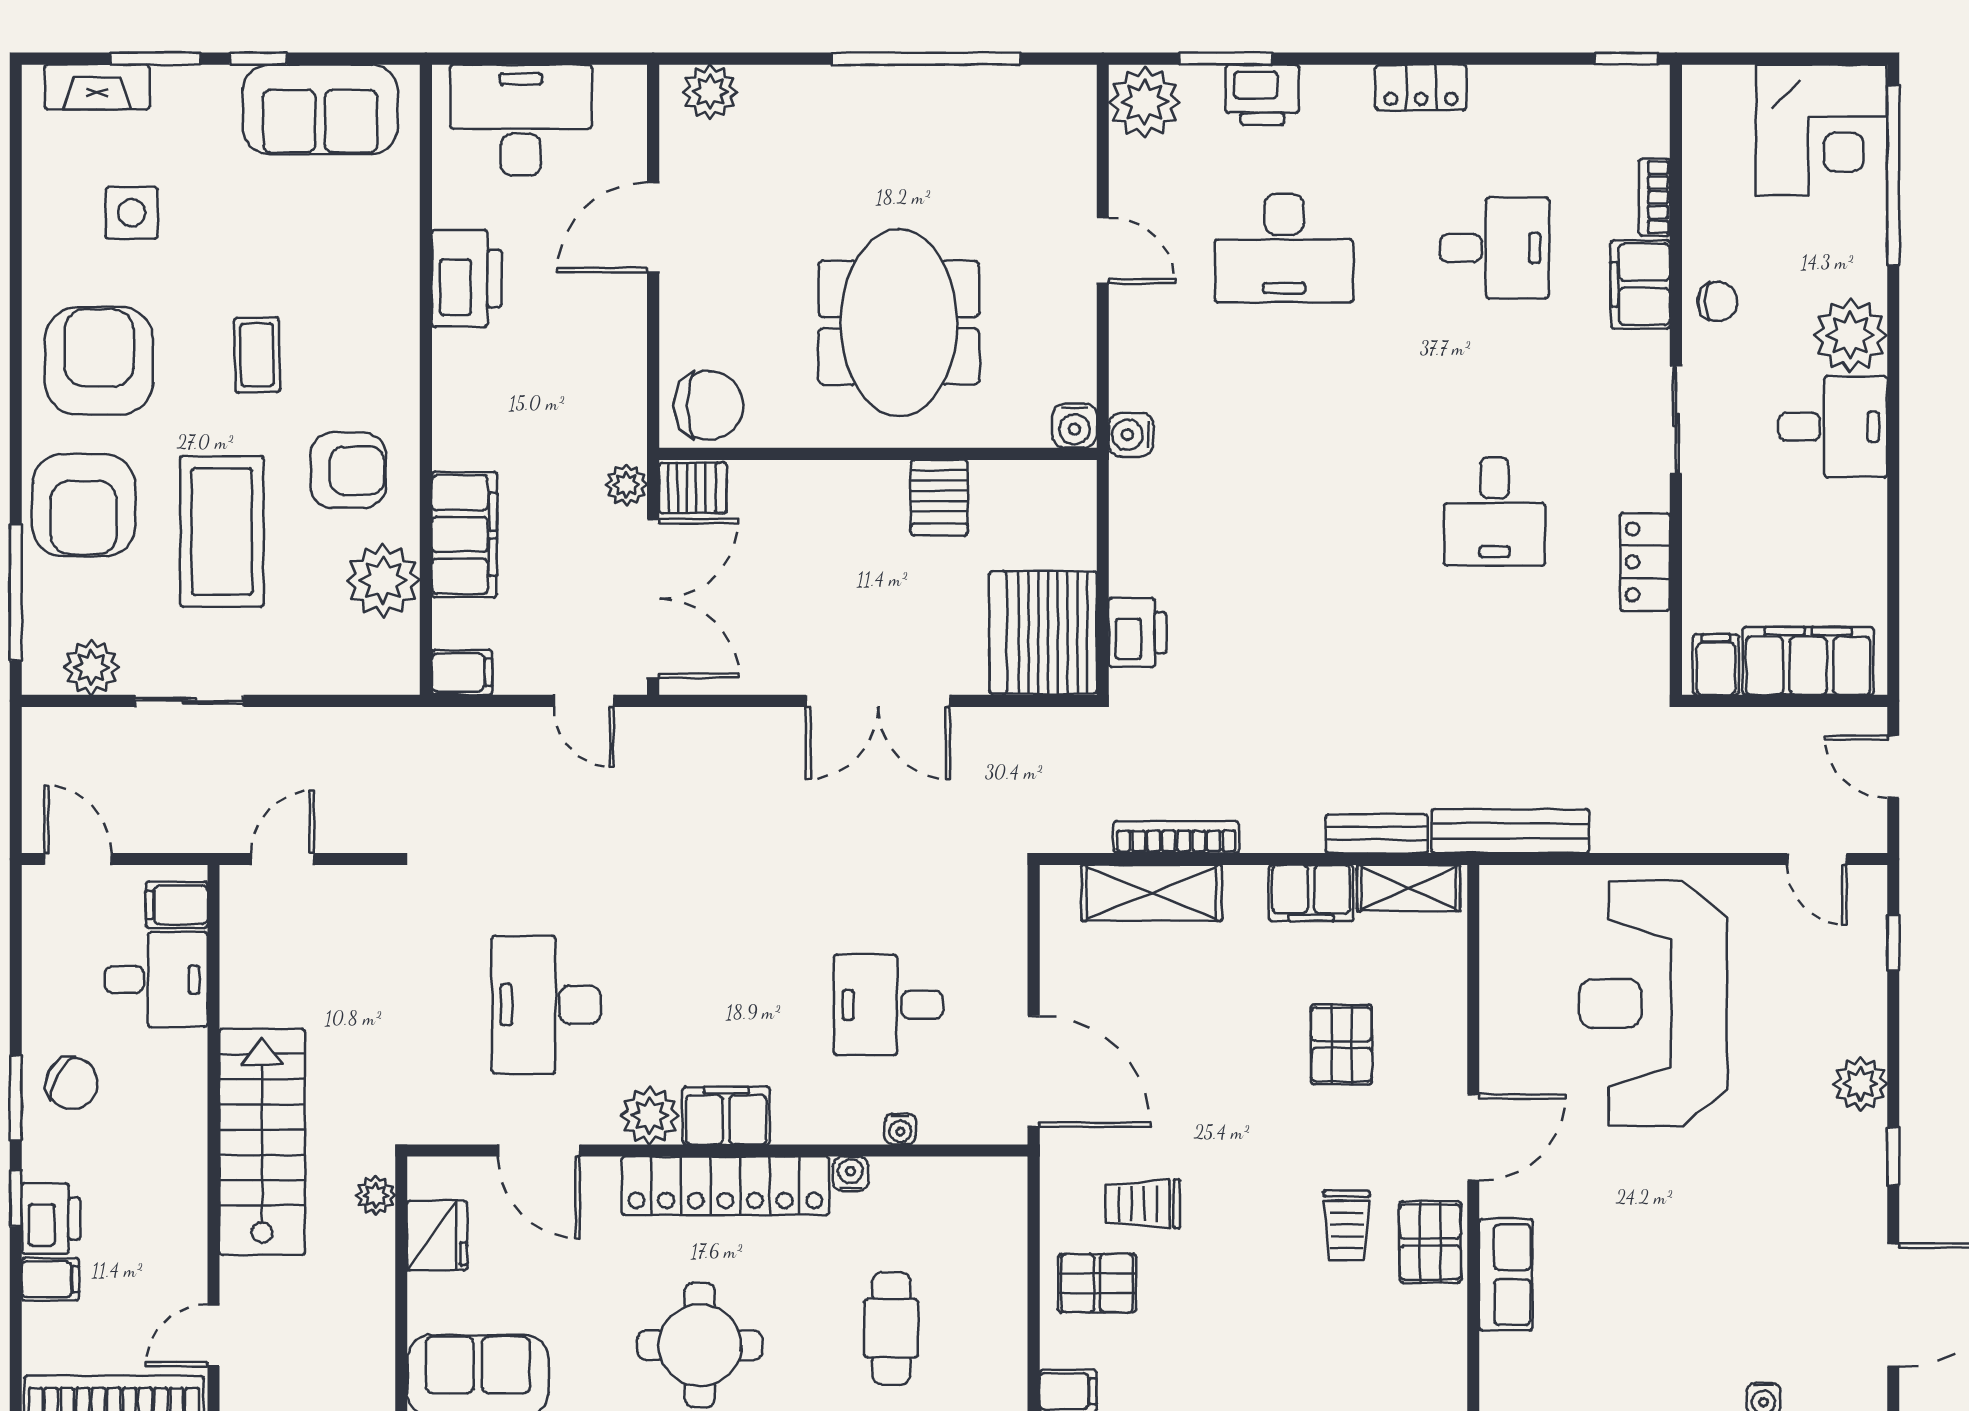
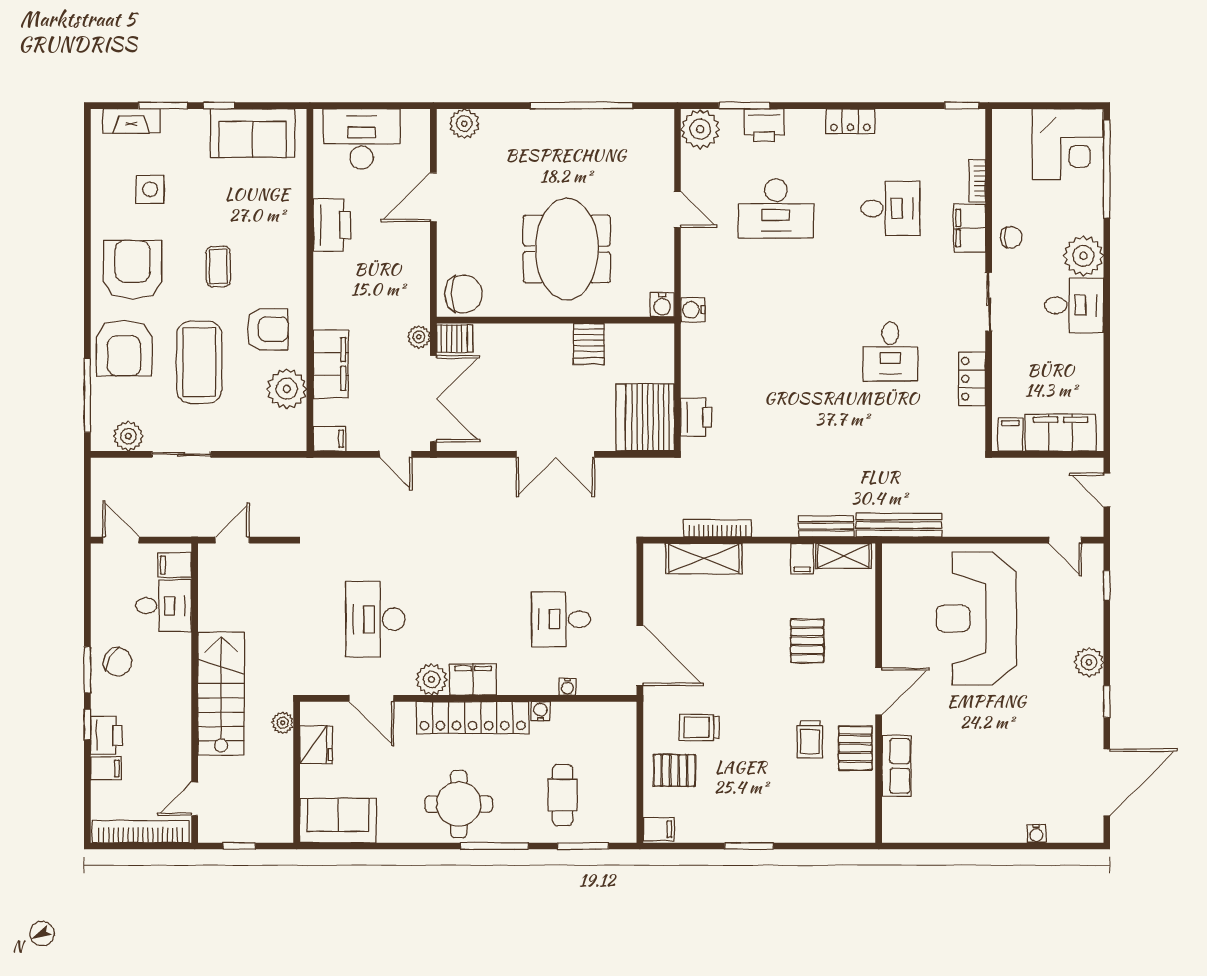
filing cabinet: (1311, 893) -> (802, 559), width x0.50

